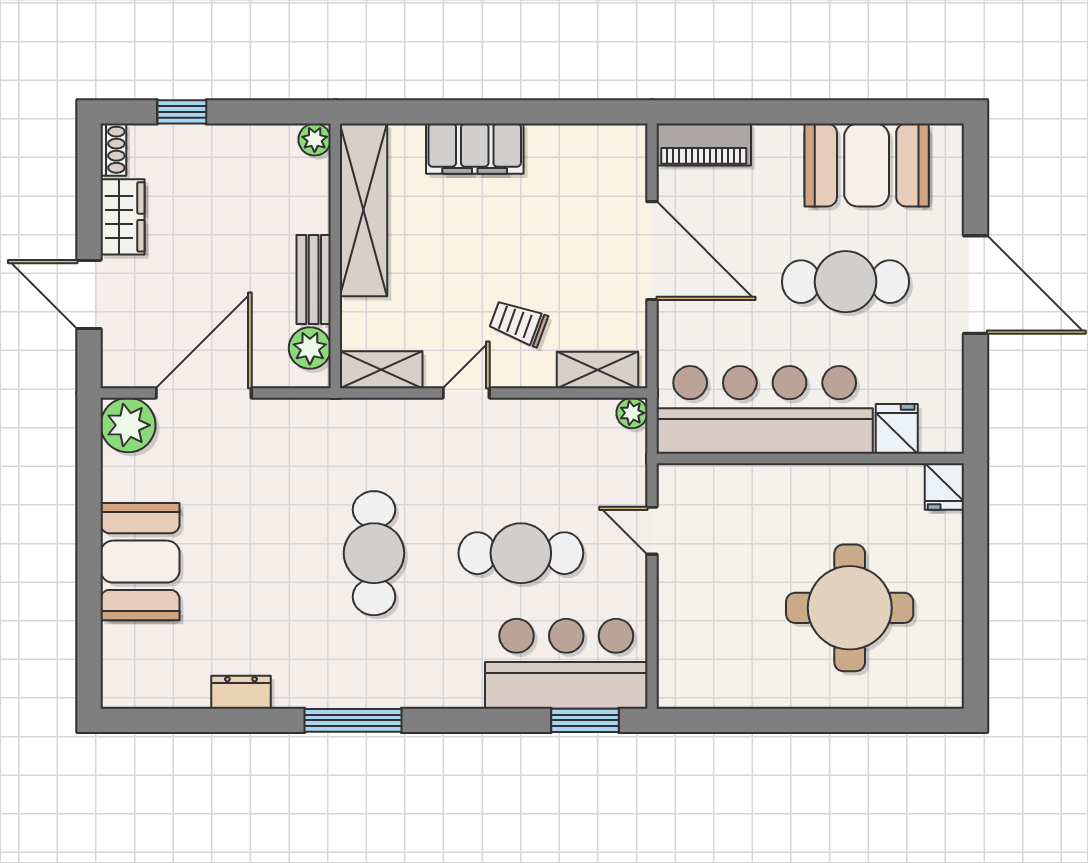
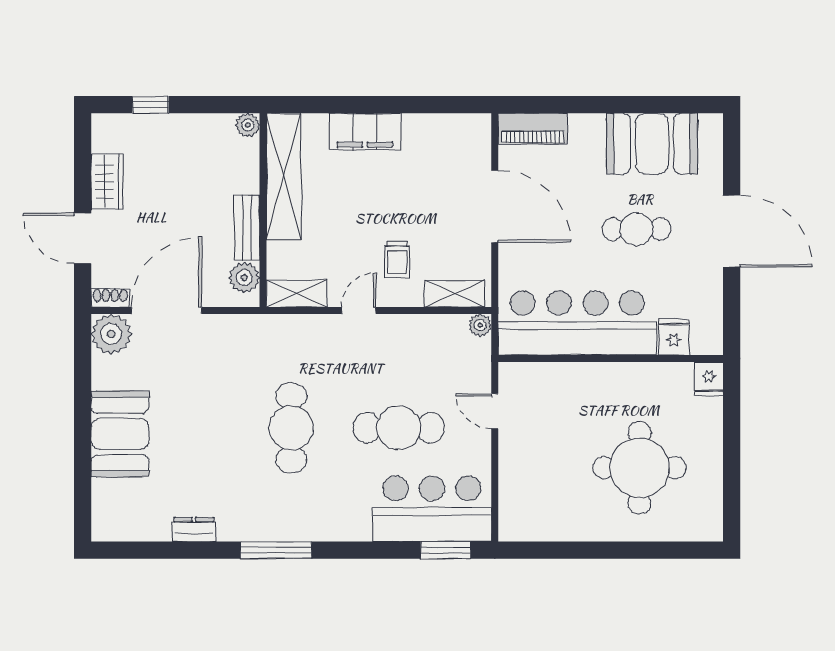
shoe rack: (113, 150) -> (110, 298), moved, turned -90
cafe table: (846, 282) -> (636, 229), width x0.73, depth x0.74
trolley: (518, 323) -> (397, 259), turned -110

